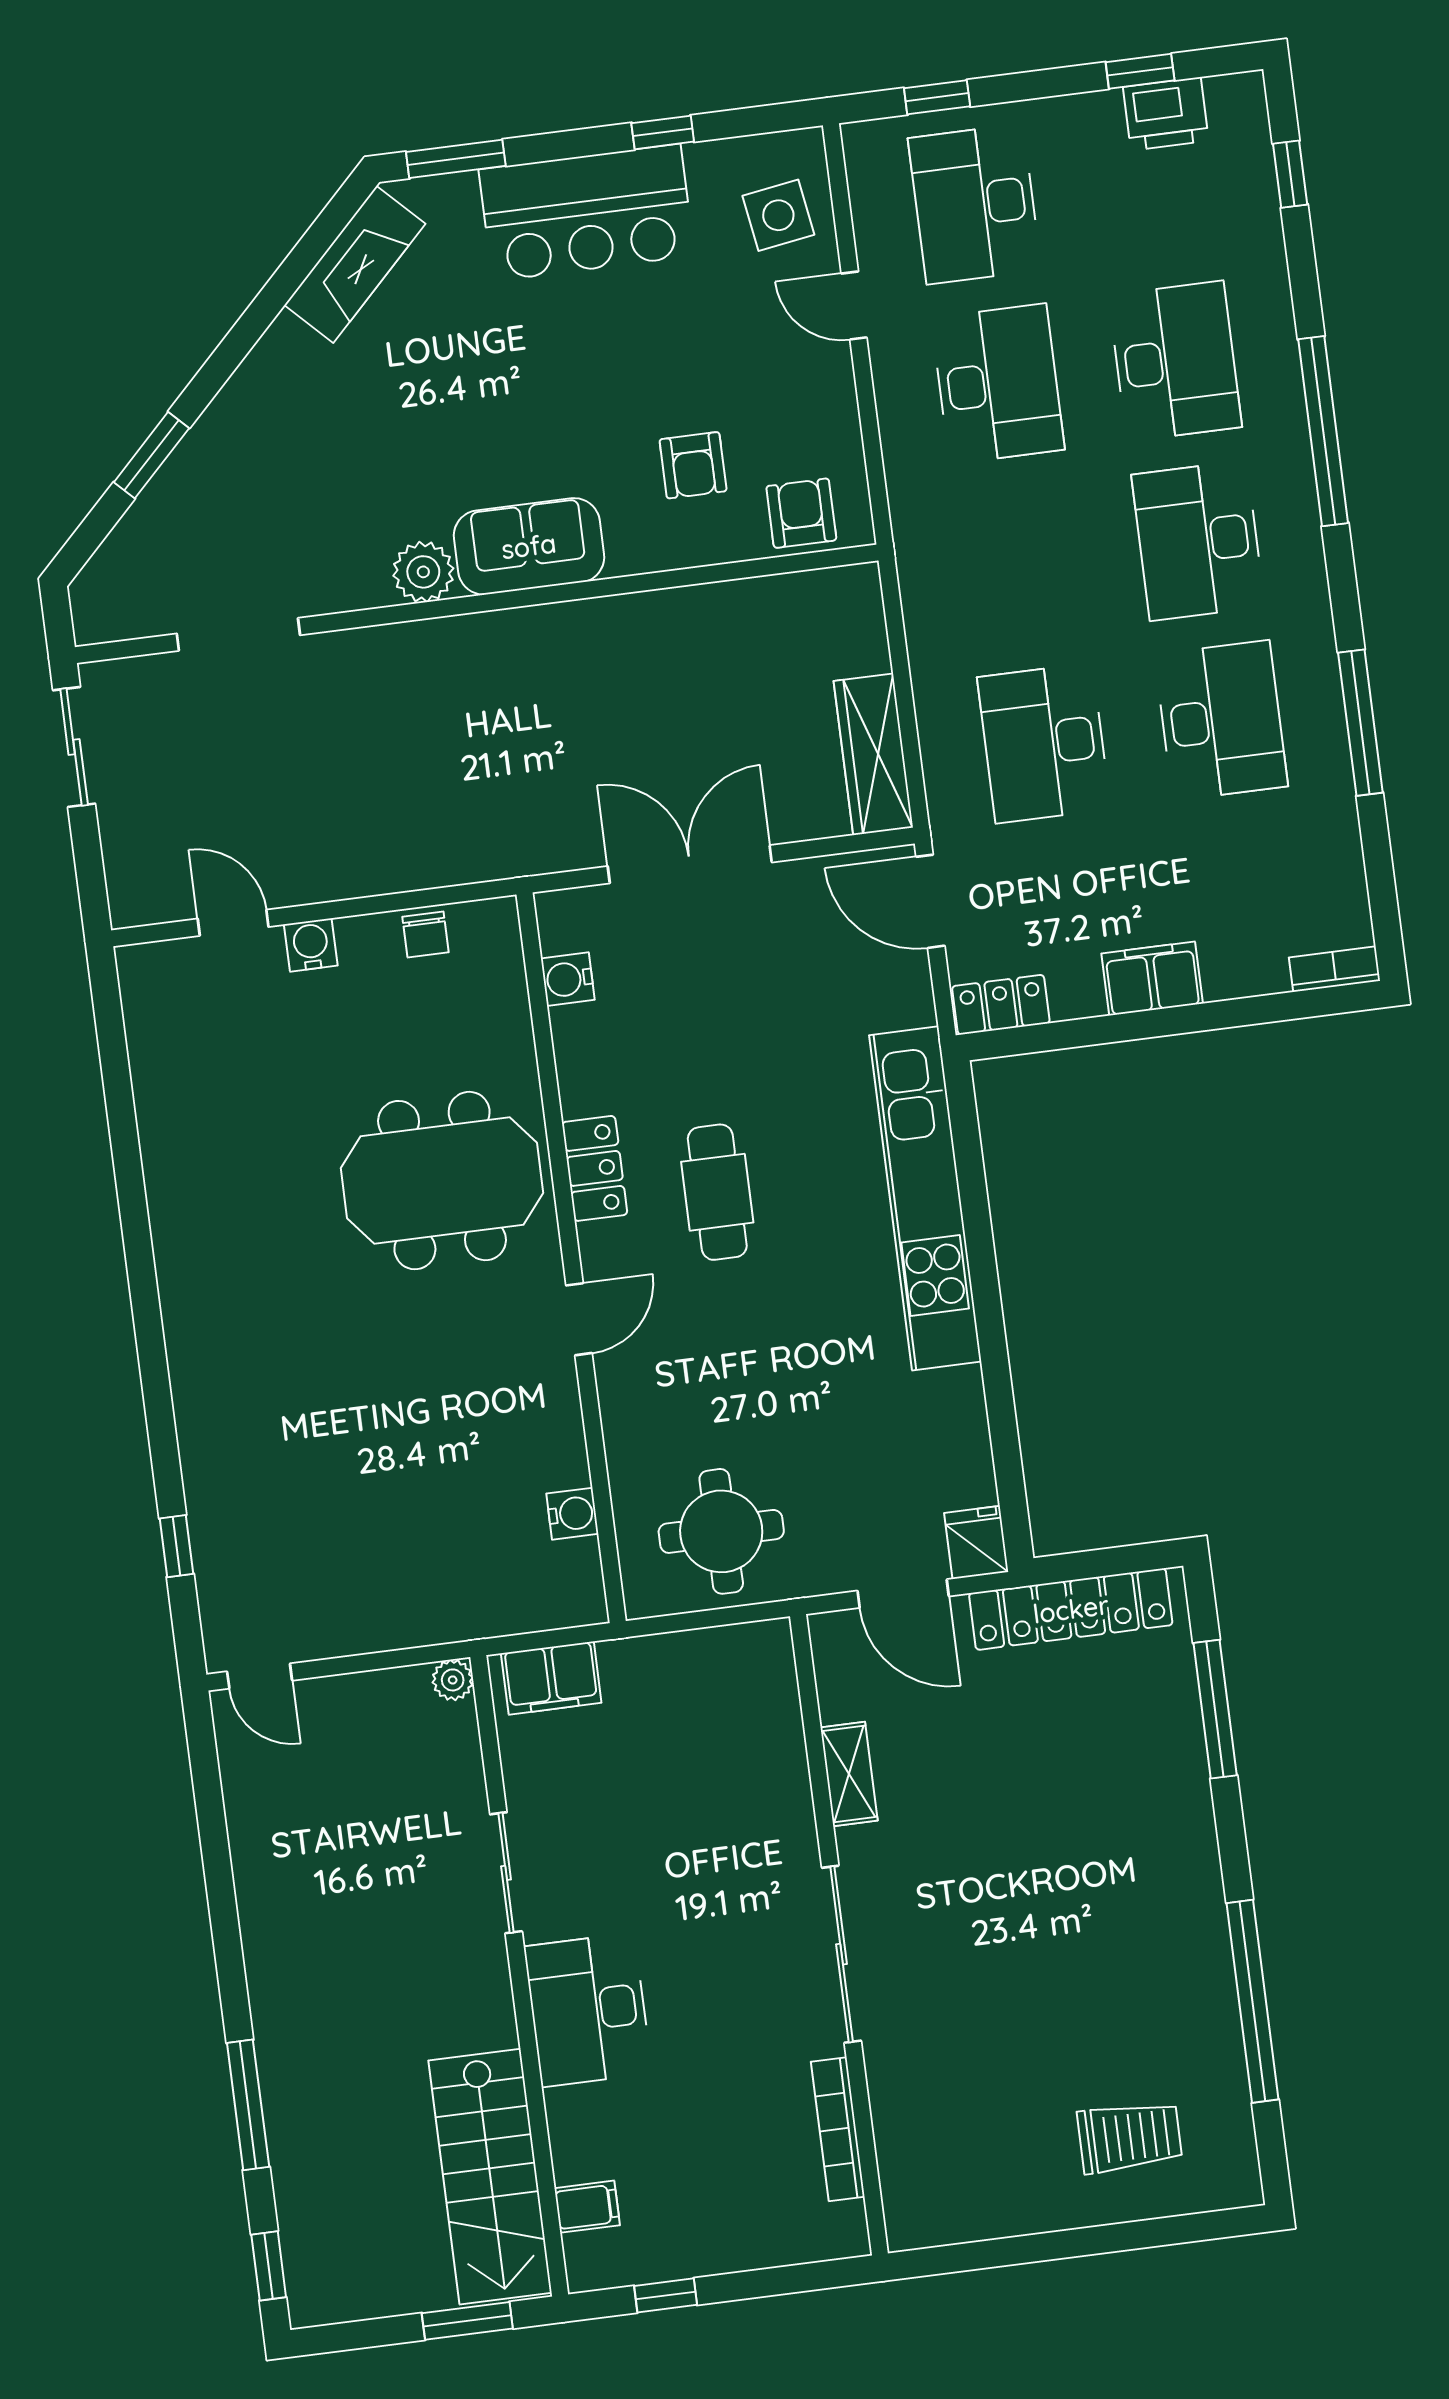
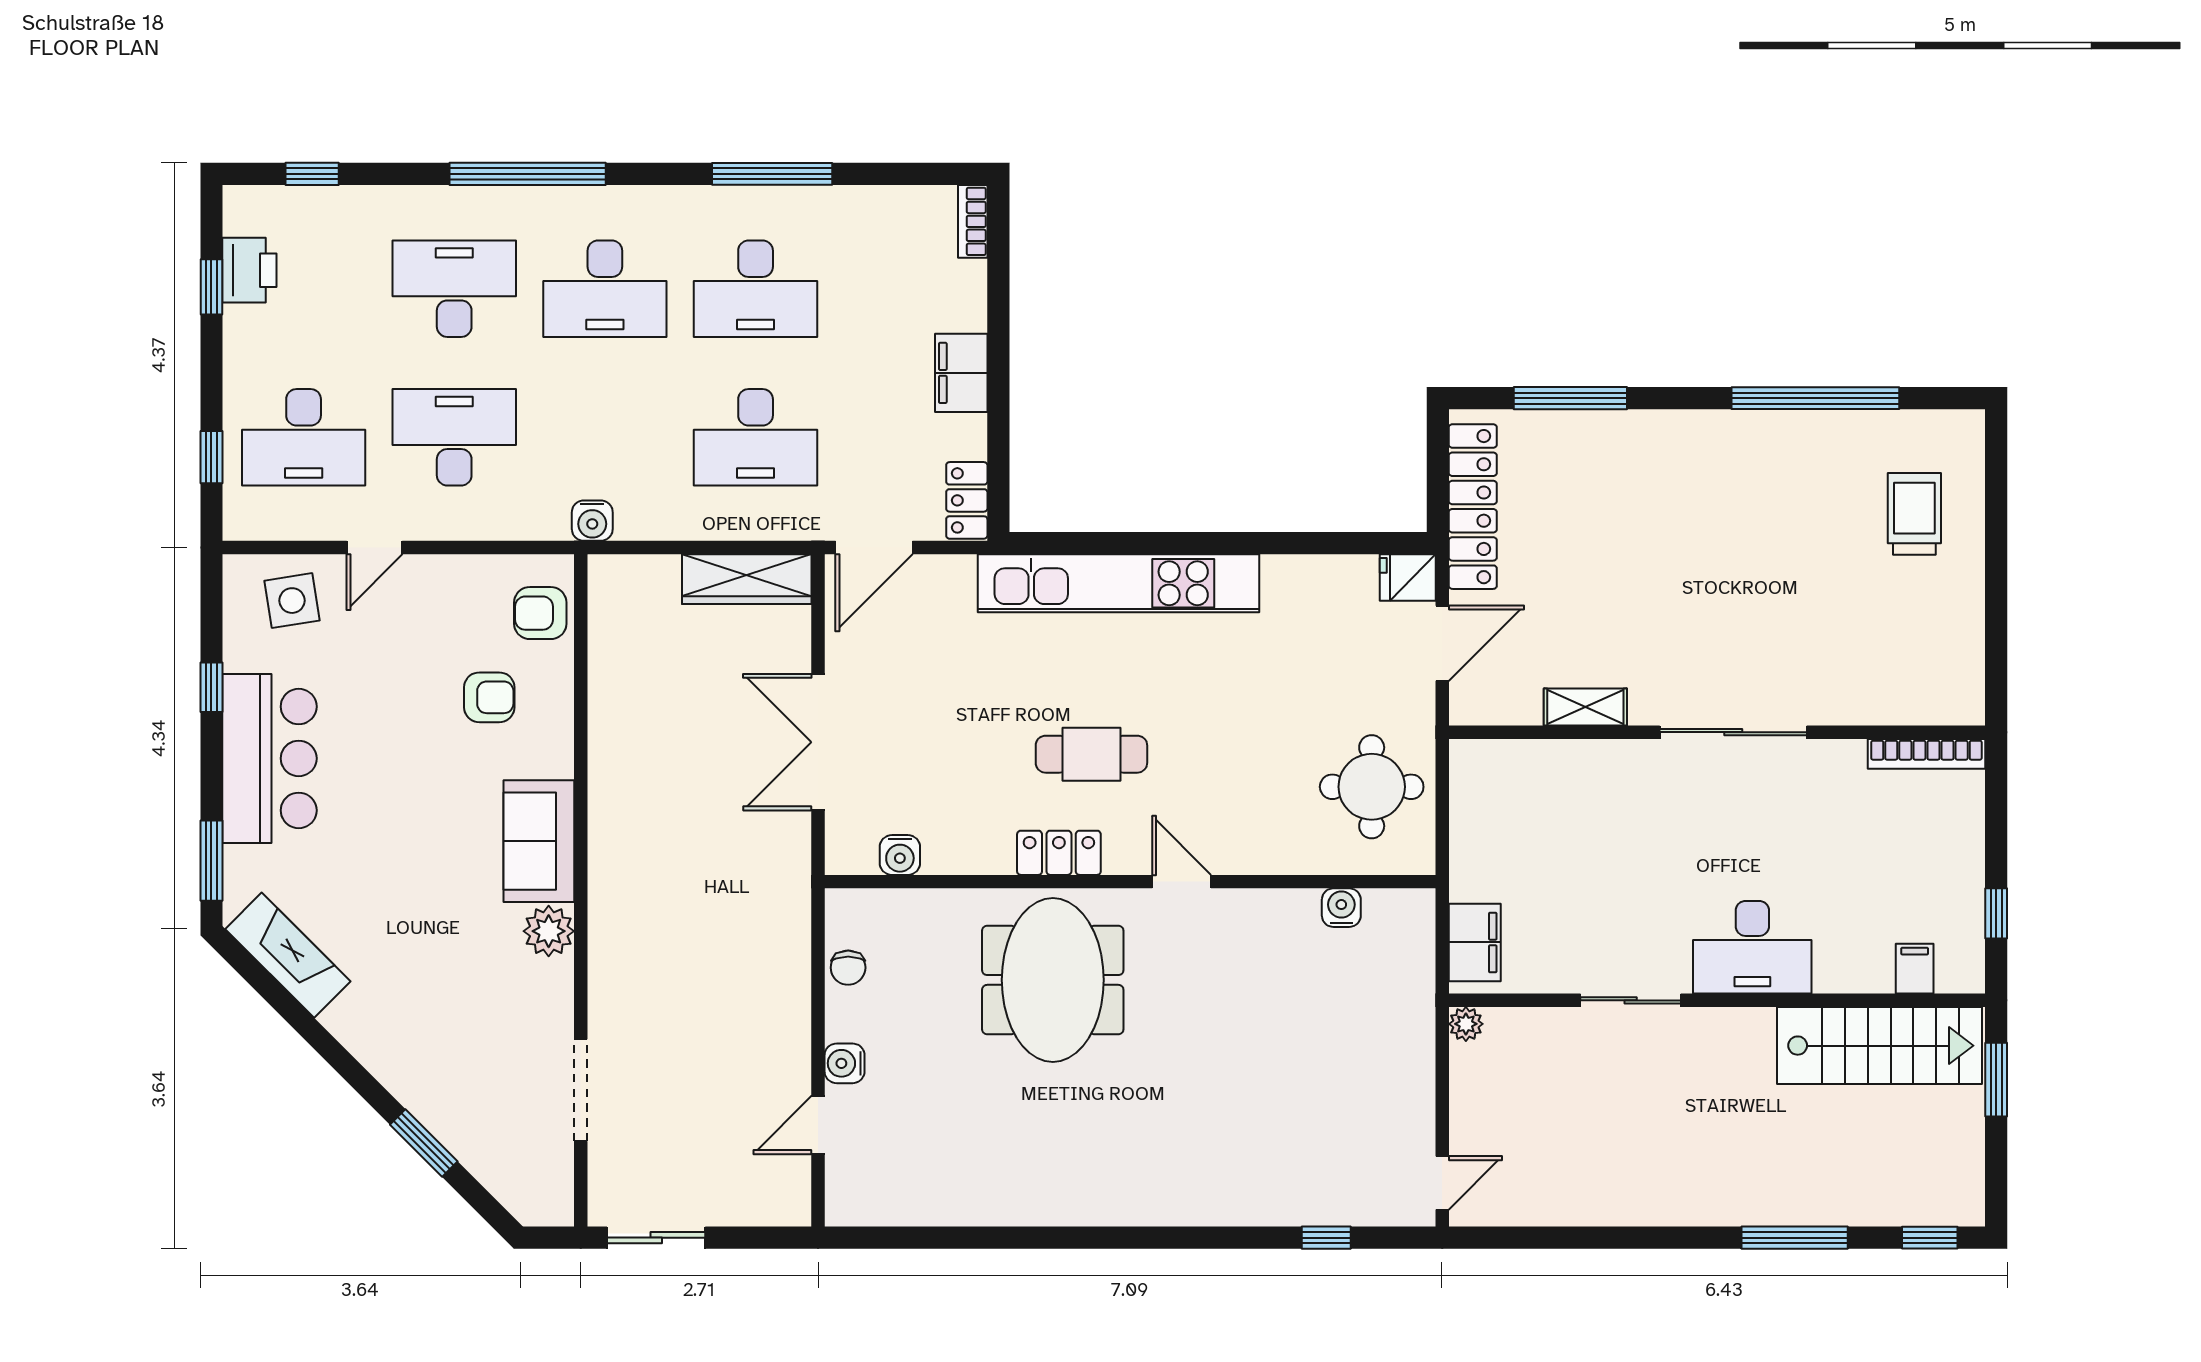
water cooler: (919, 561) -> (592, 521), added
desk: (1221, 720) -> (756, 289), turned 180
chair: (425, 934) -> (848, 968), turned 90
bookcase: (838, 2129) -> (1926, 754), moved

